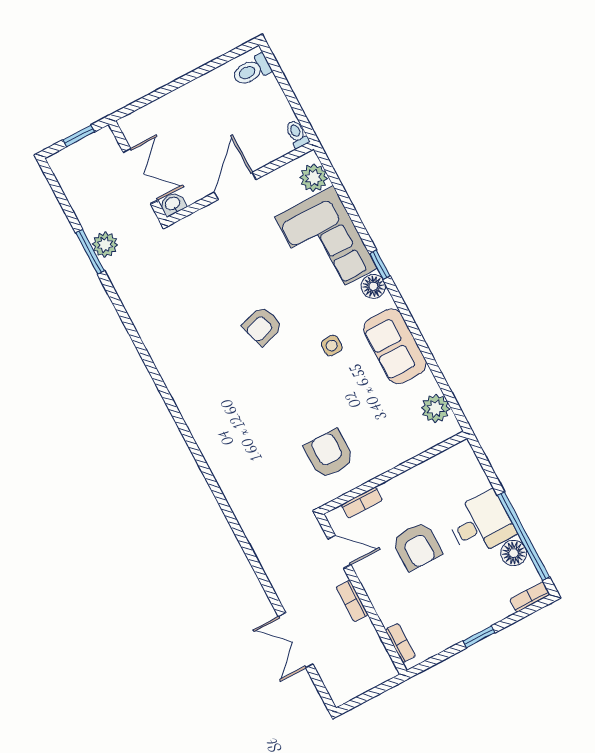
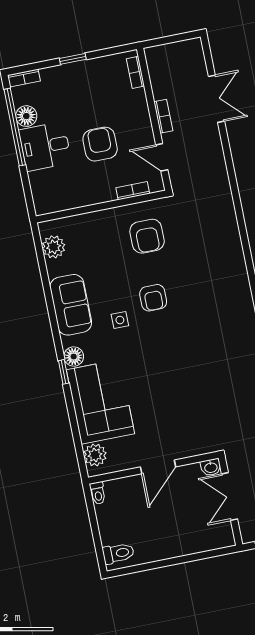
armchair: (262, 326) -> (153, 298), moved, turned 107

